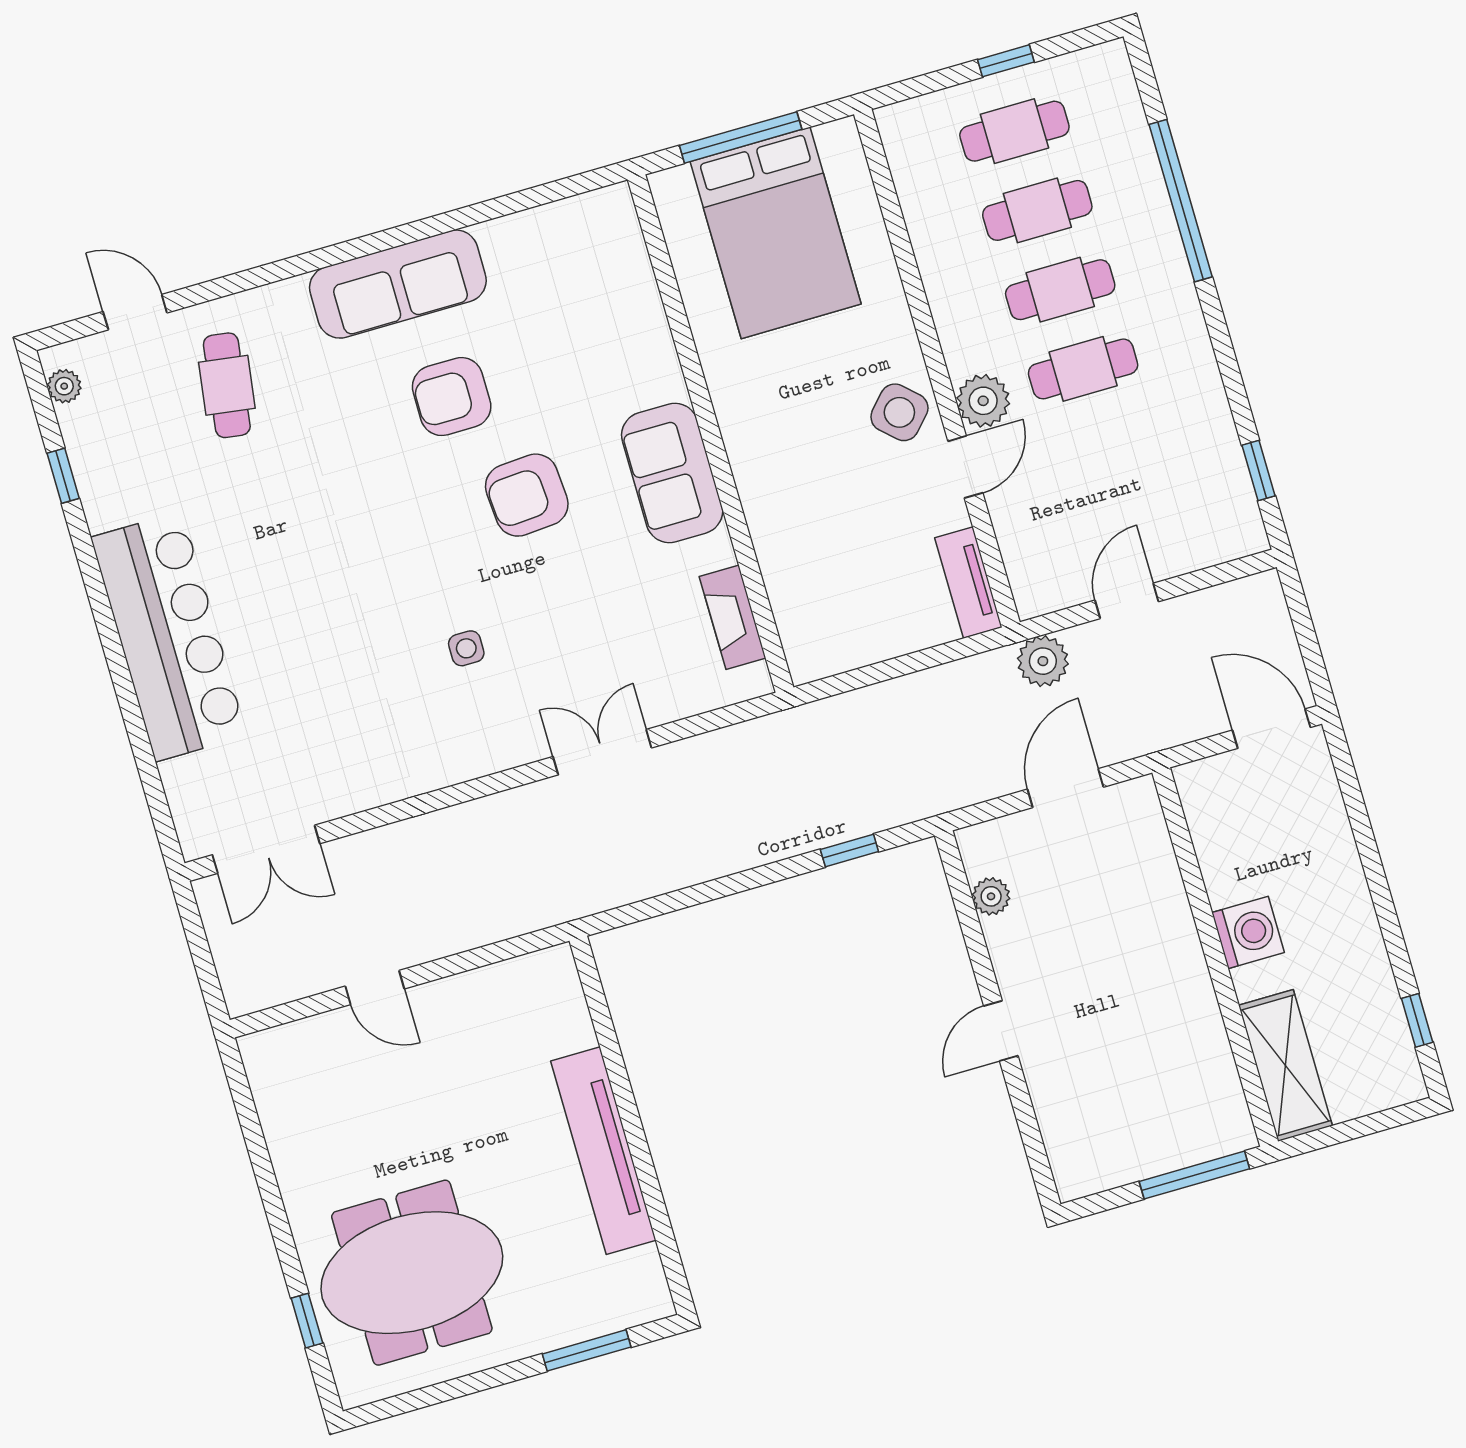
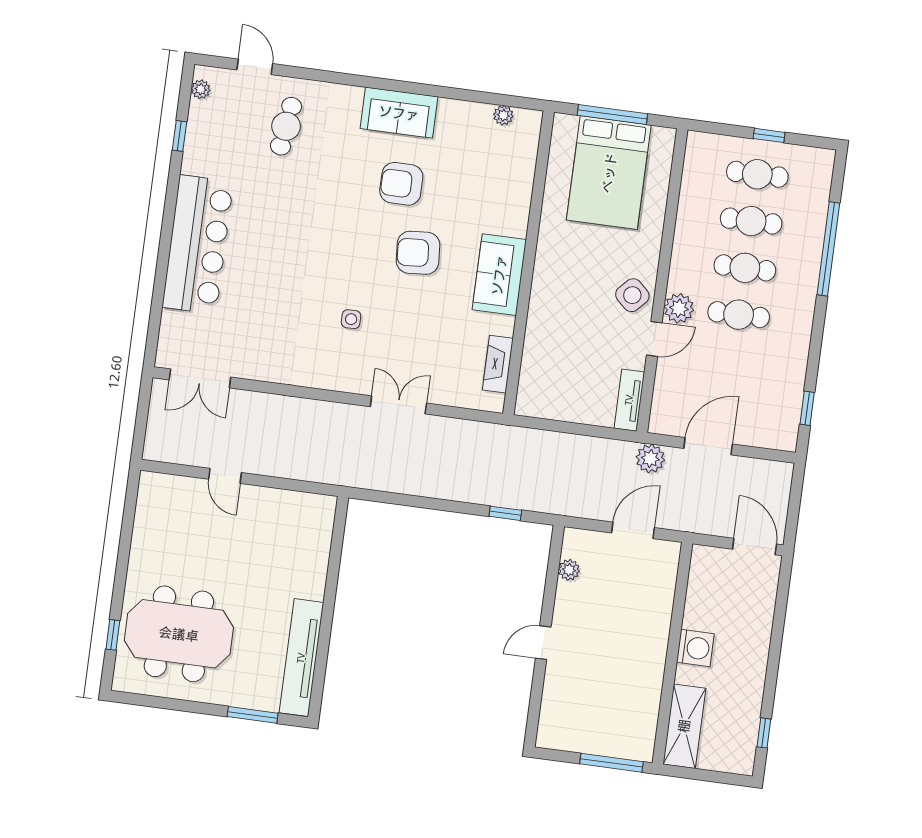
plant: (567, 215) -> (503, 115), added
sofa: (398, 284) -> (399, 113), width x0.73
door: (1127, 601) -> (708, 446), width x1.38
tv unit: (603, 1151) -> (301, 658), moved

